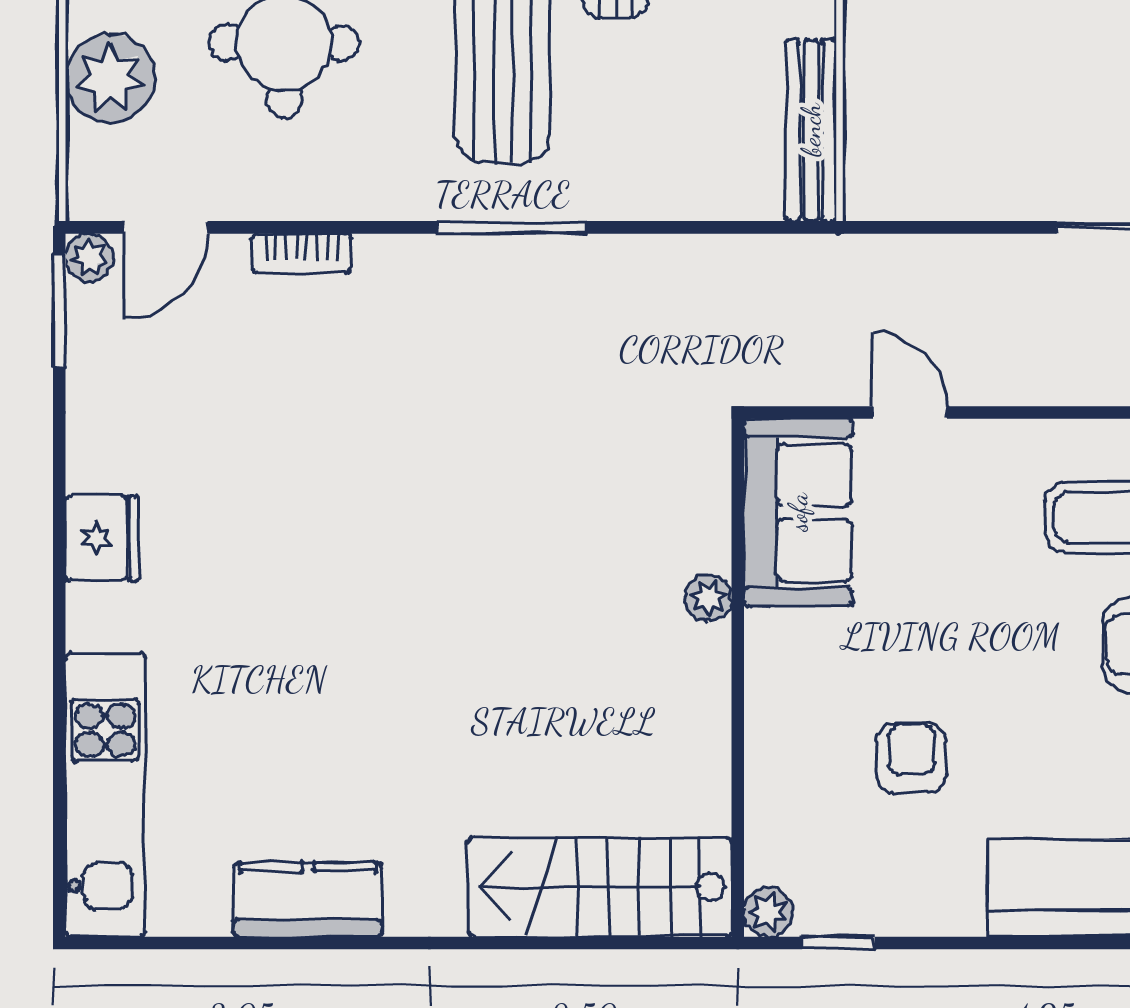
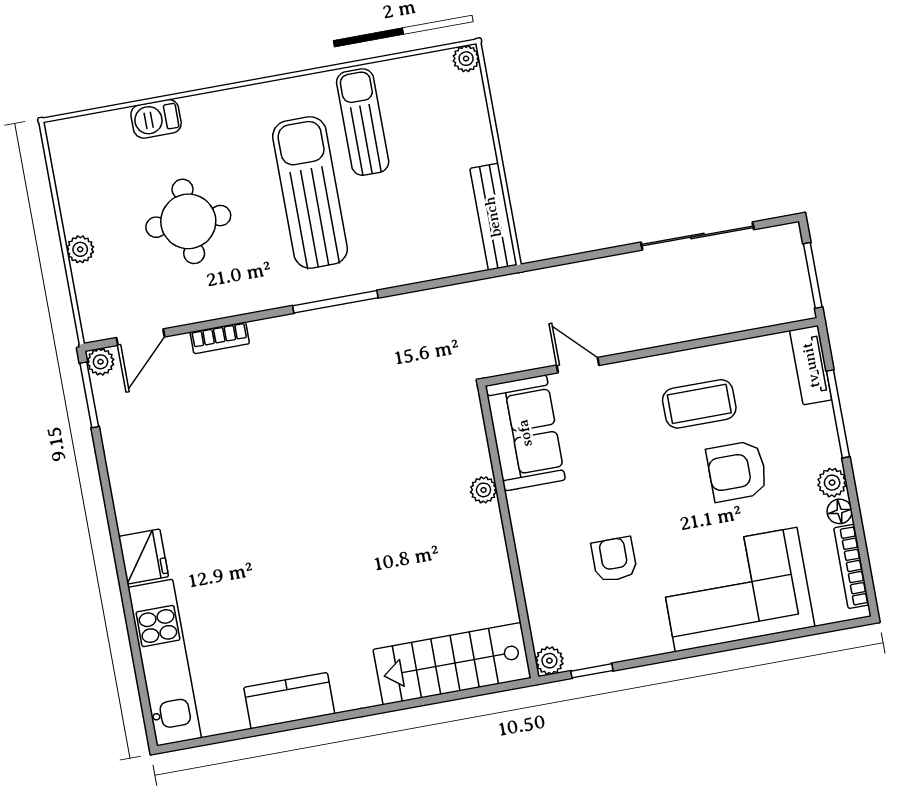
plant: (110, 78) -> (80, 249), width x0.53, depth x0.53
fridge: (102, 538) -> (144, 557), moved

